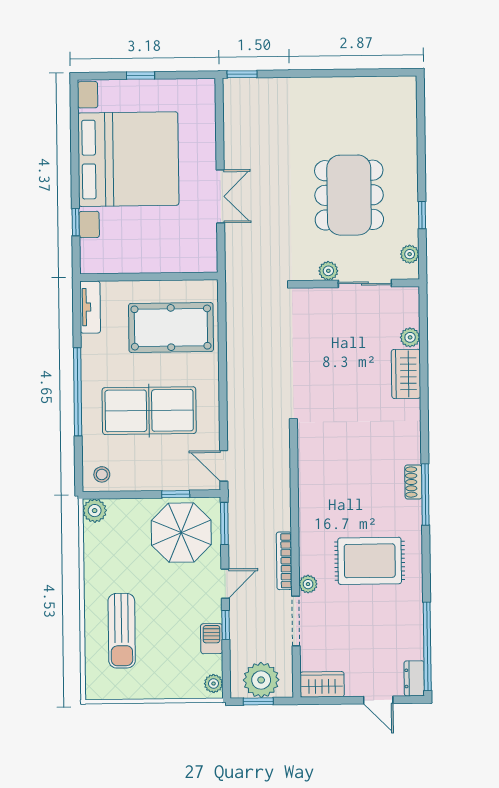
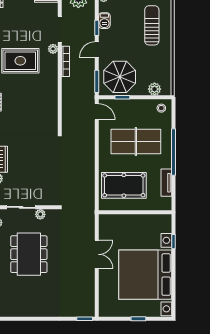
double door: (220, 196) -> (97, 254), swing flipped
tv unit: (90, 307) -> (166, 183), moved
plant: (95, 511) -> (154, 89), moved

